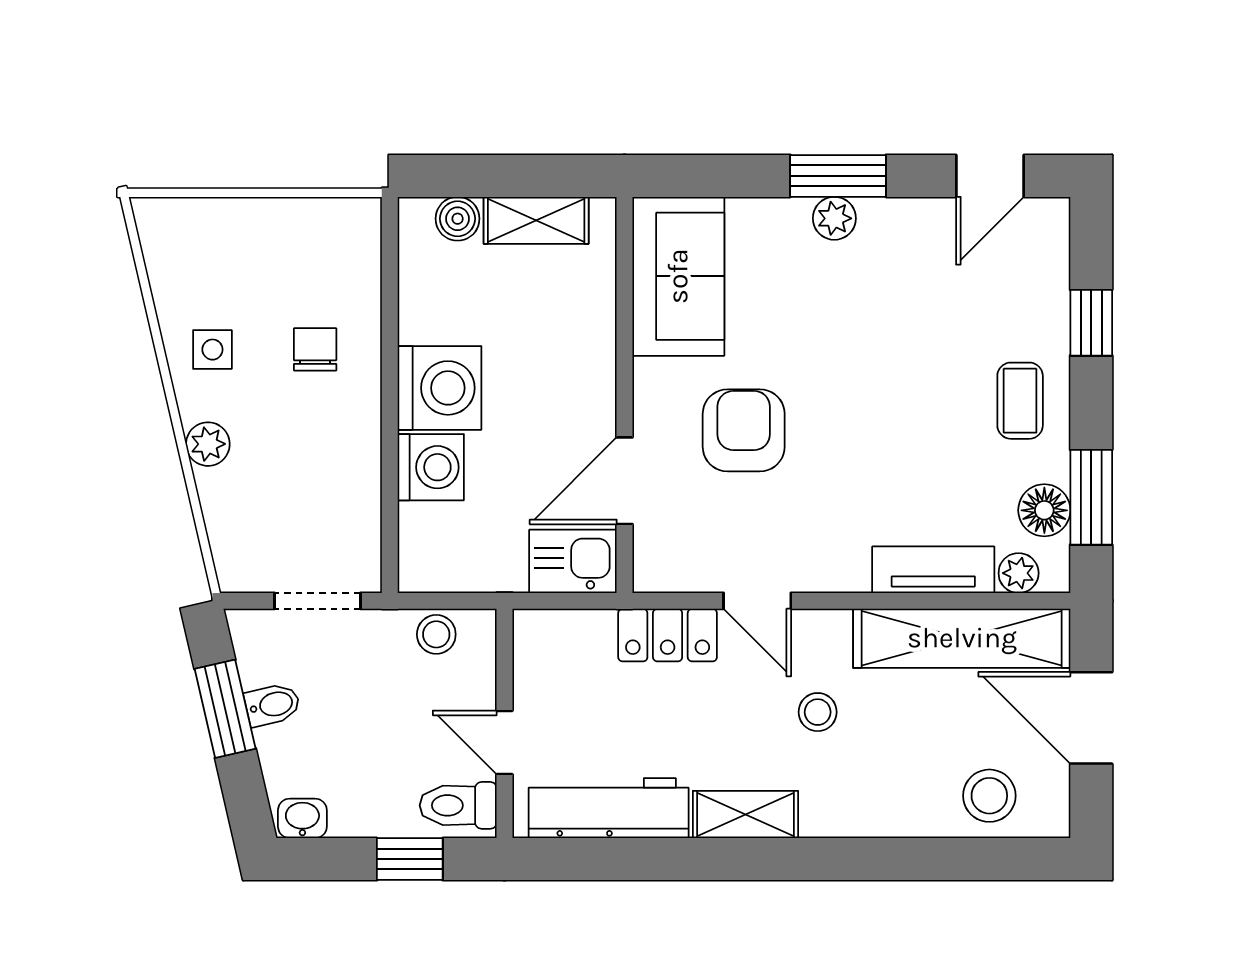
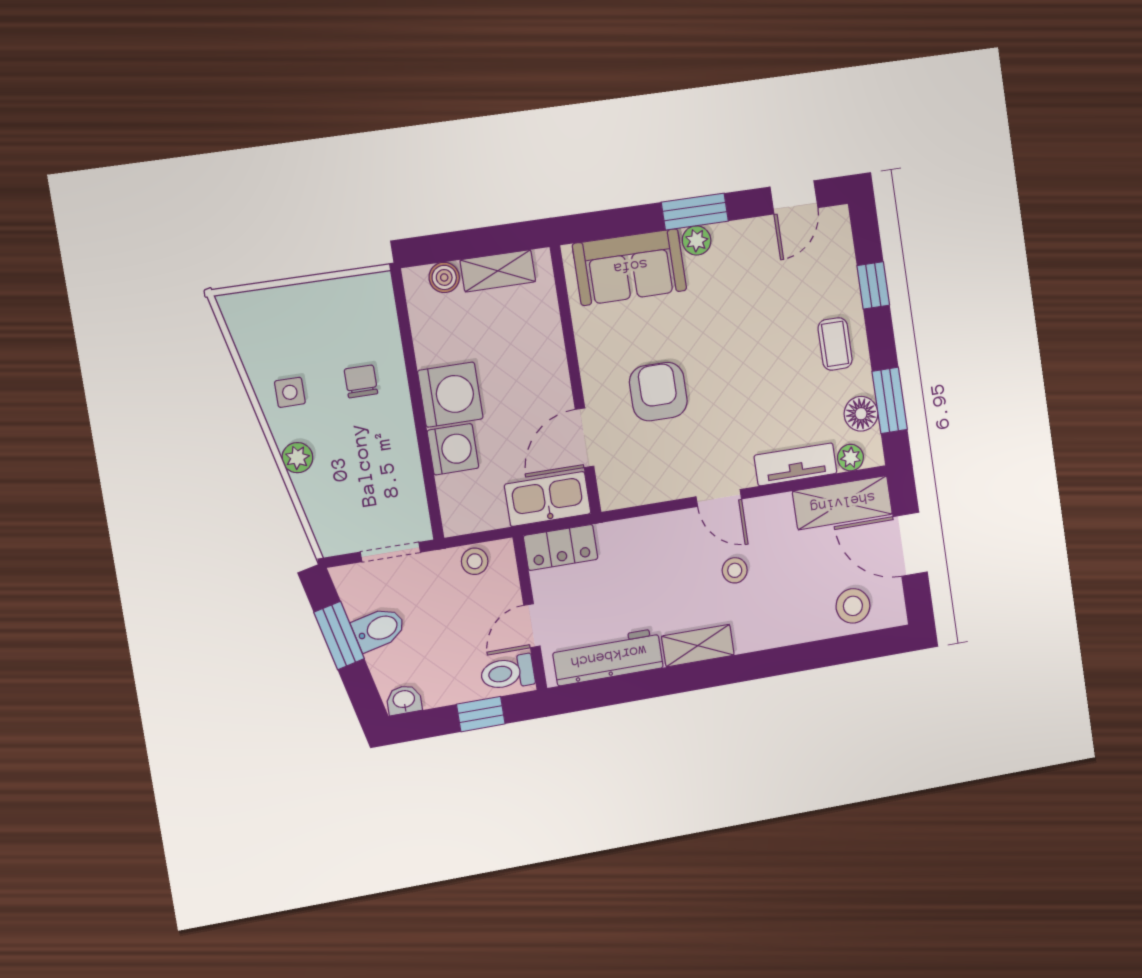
sofa: (678, 276) -> (630, 267), moved, turned 90
kitchen sink: (573, 561) -> (548, 499), width x1.38
door: (757, 601) -> (719, 498), moved
locker: (668, 635) -> (561, 547), moved
shelving: (962, 638) -> (842, 503), width x0.68
bidet: (272, 705) -> (379, 629), width x1.38, depth x1.36
door: (505, 742) -> (532, 626), hinge flipped

